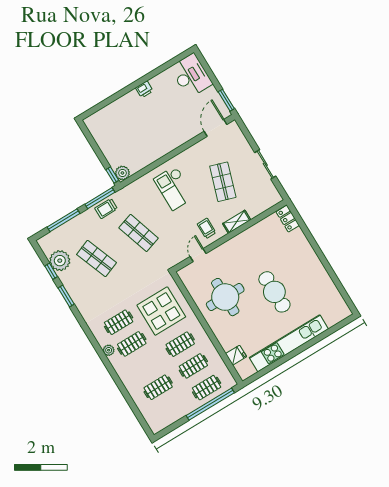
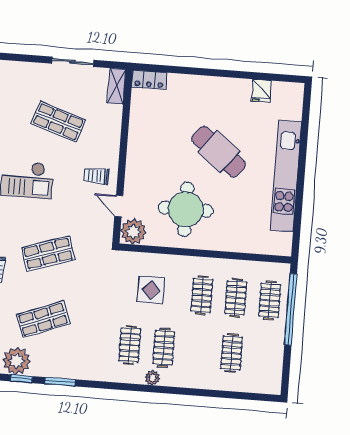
shelving: (237, 222) -> (117, 86), moved
plant: (189, 275) -> (133, 232), added
cafe table: (274, 292) -> (219, 152), turned 38
display table: (161, 311) -> (151, 290), width x0.54, depth x0.54
fridge: (236, 355) -> (261, 91), moved, turned 180

